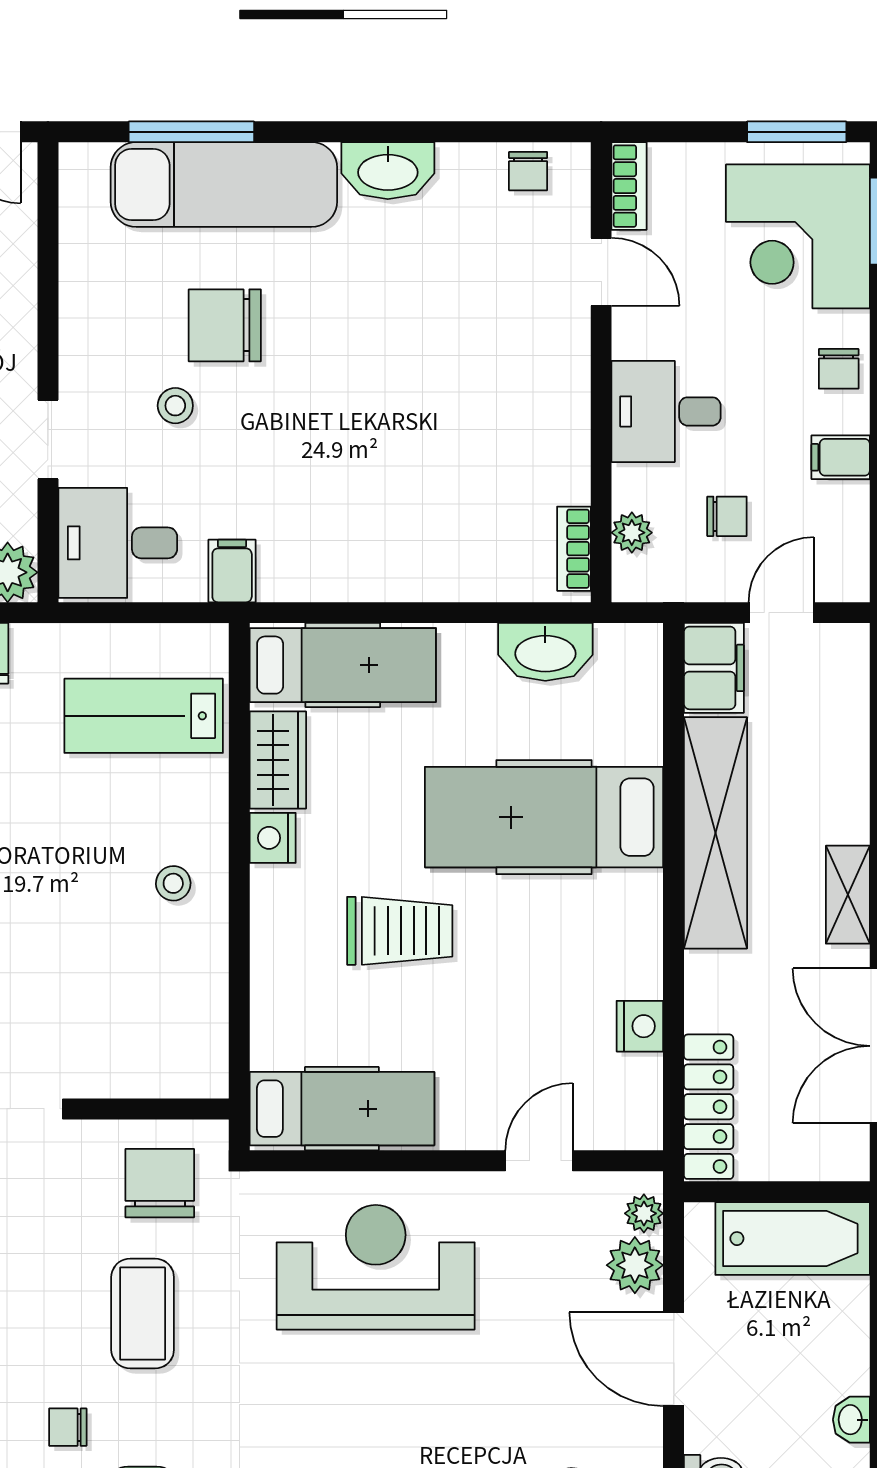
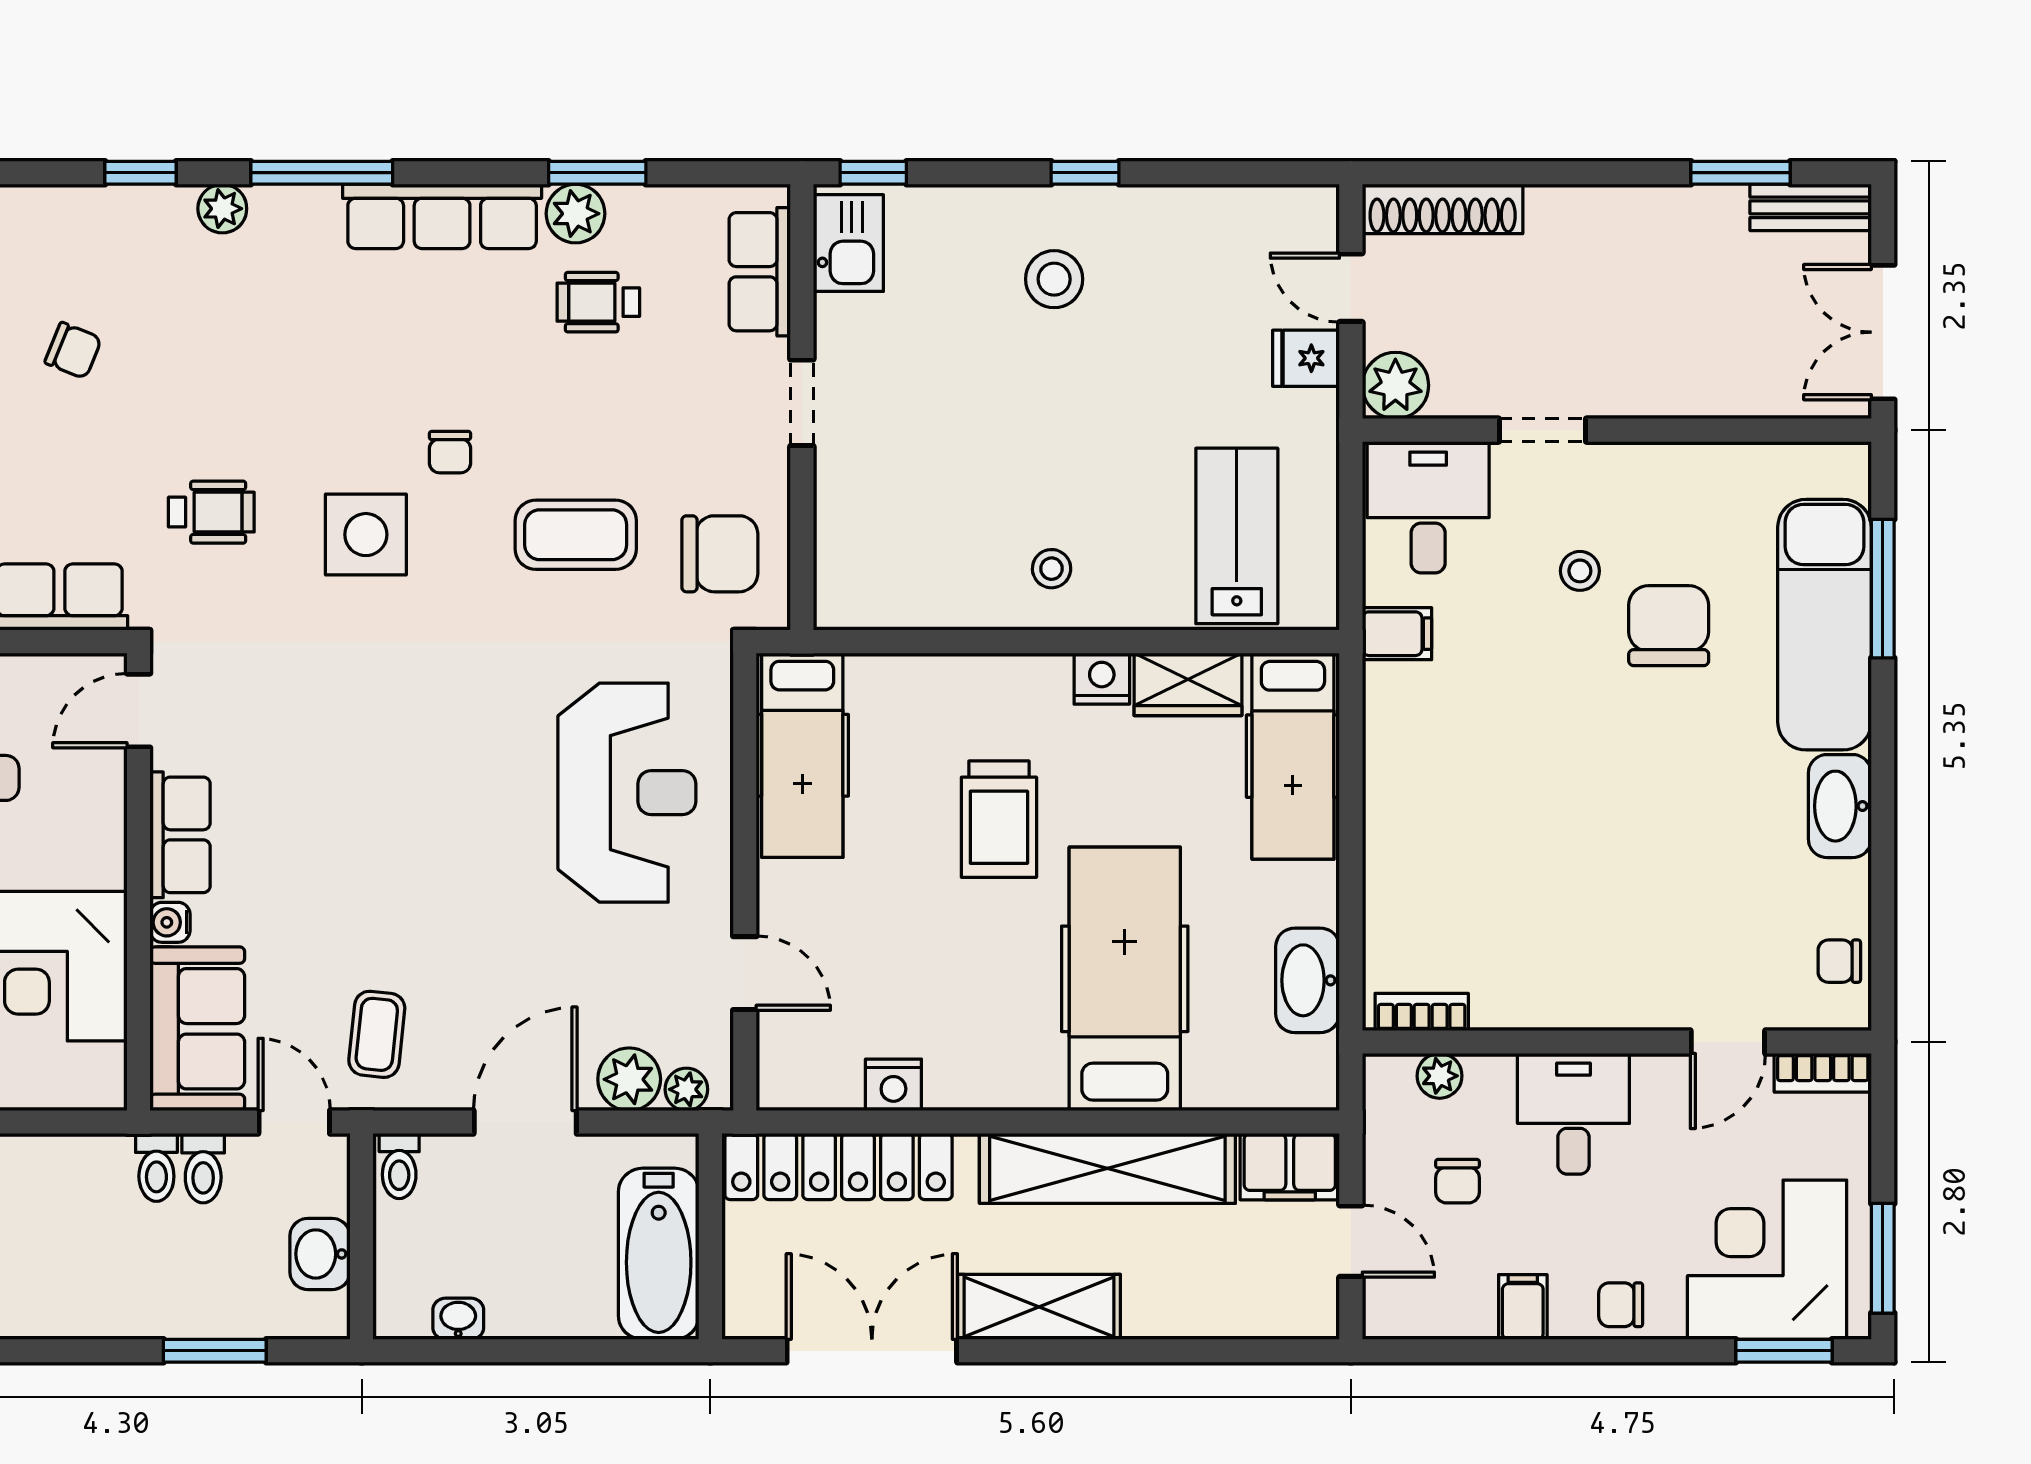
shelving: (848, 895) -> (1039, 1307), width x1.50, depth x1.33
locker: (709, 1107) -> (839, 1166), width x1.41, depth x1.21
chair: (68, 1427) -> (450, 452), turned 180

